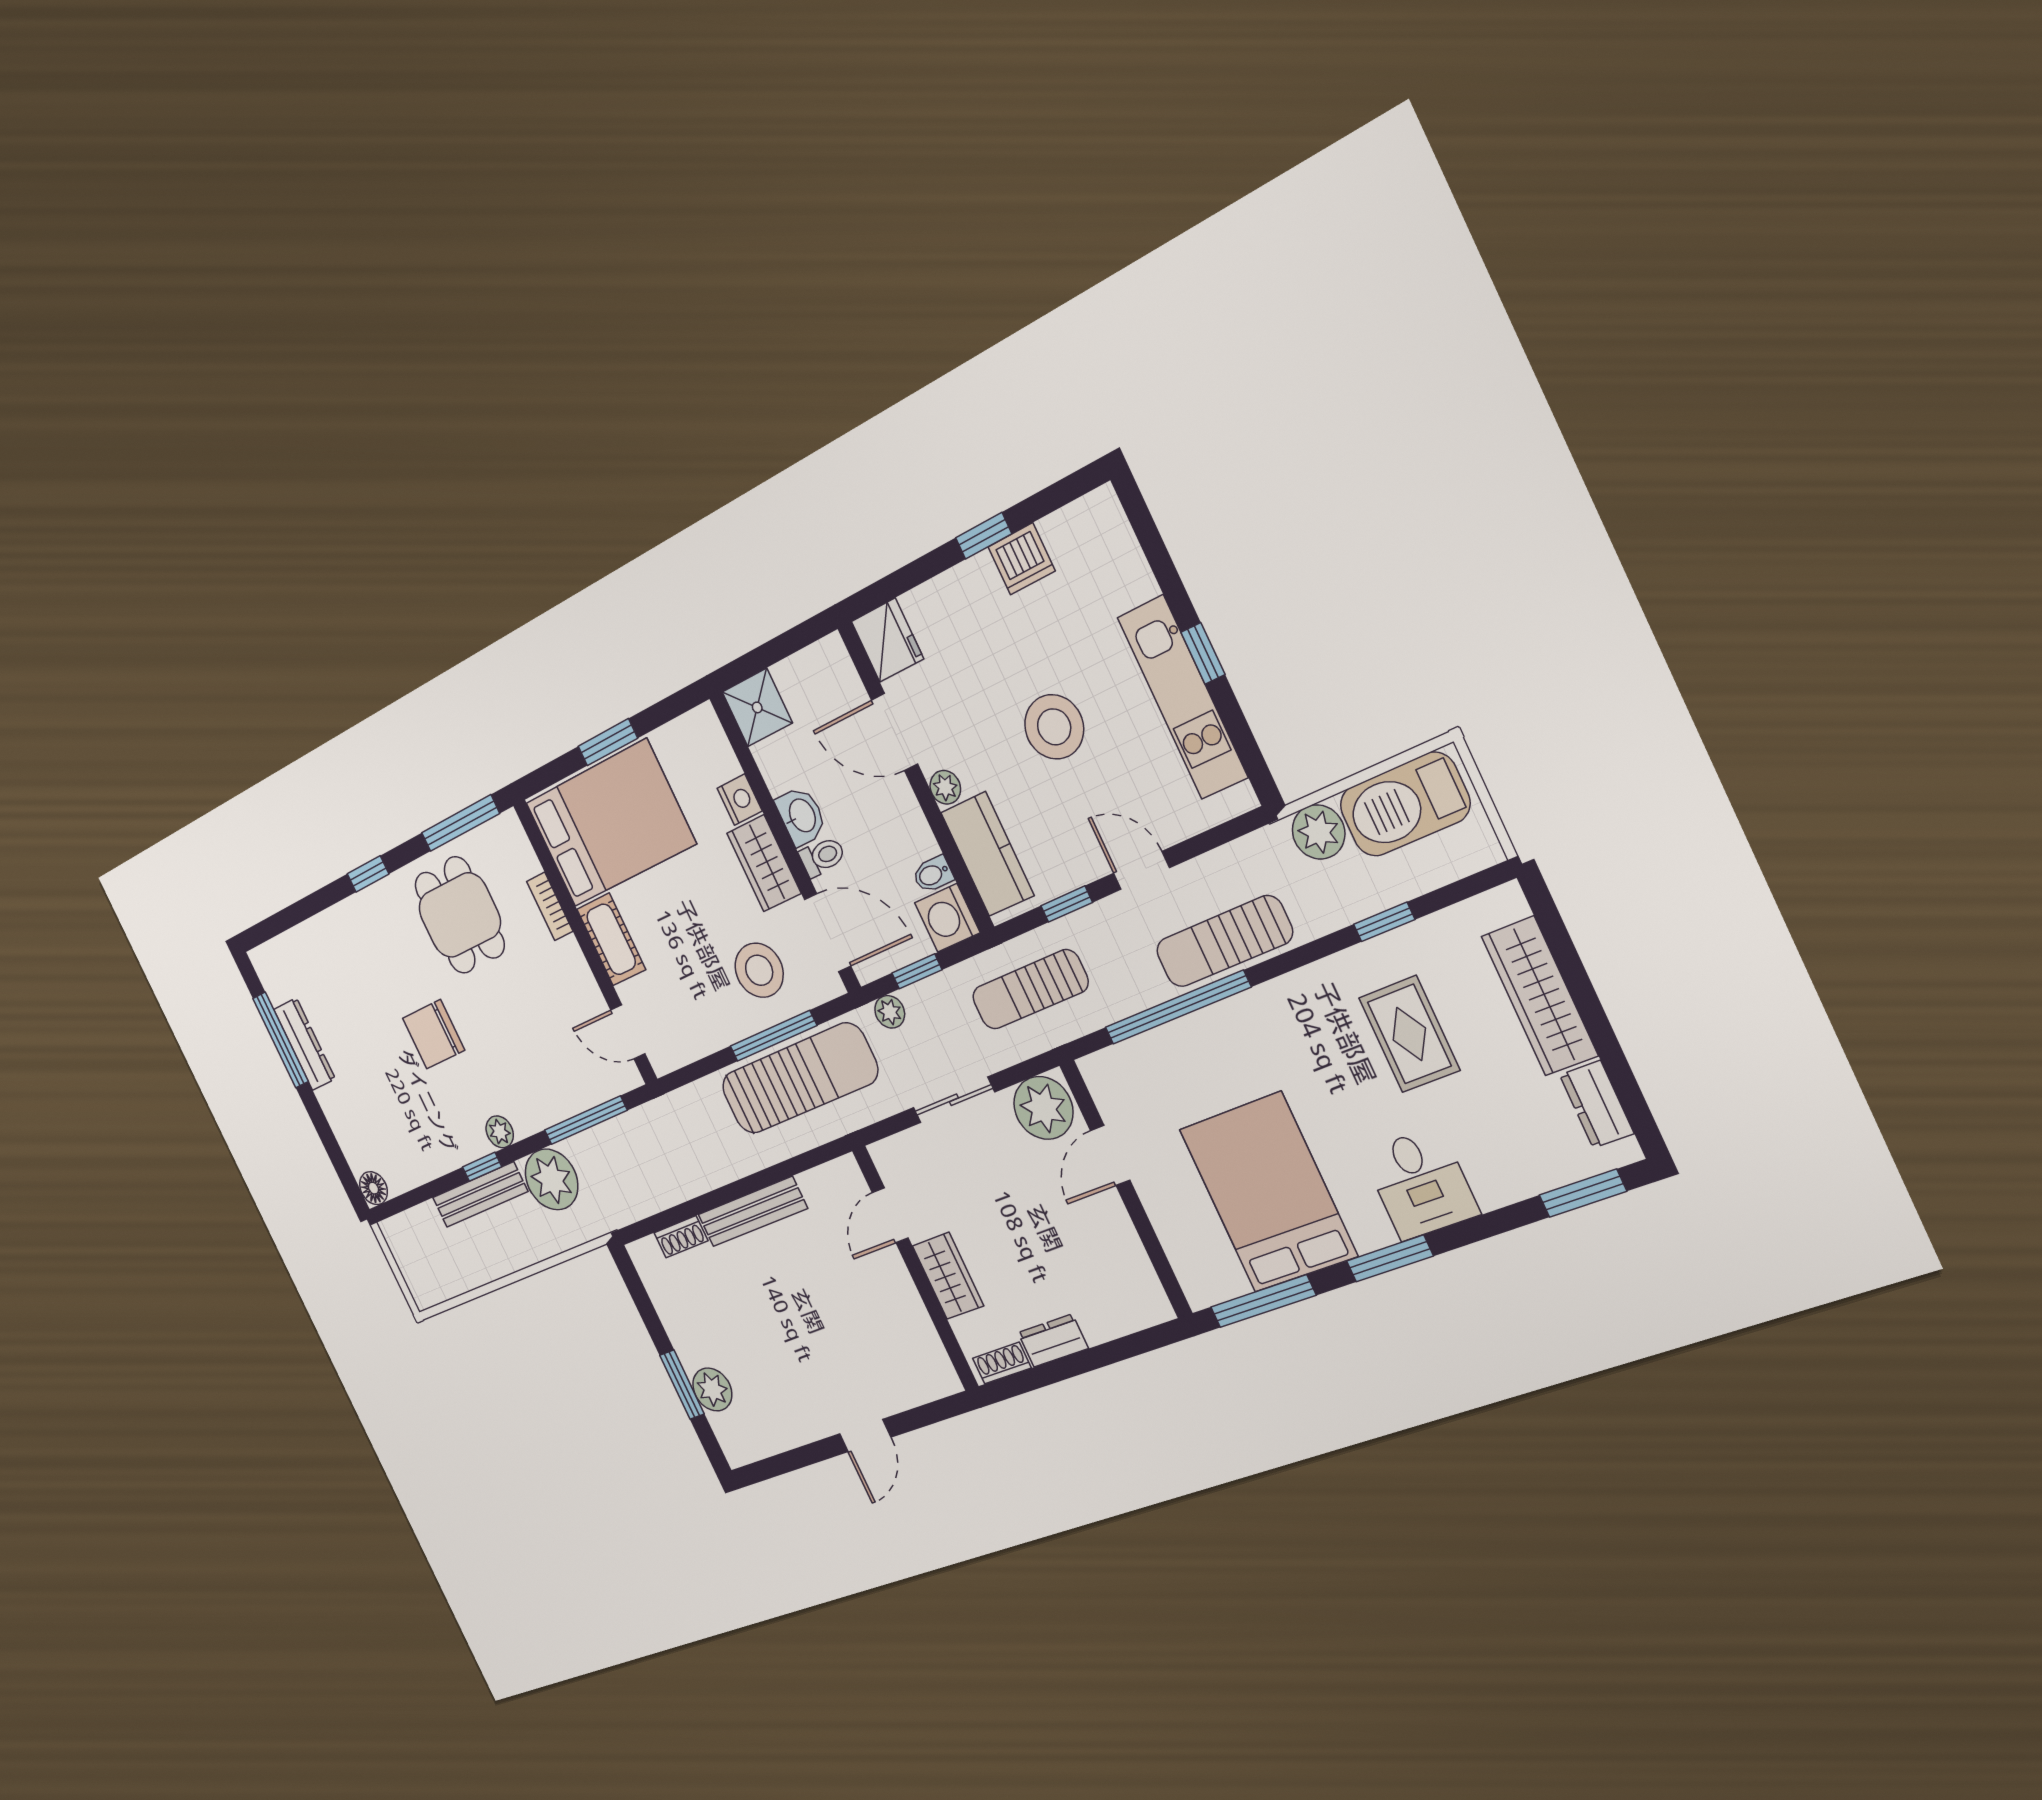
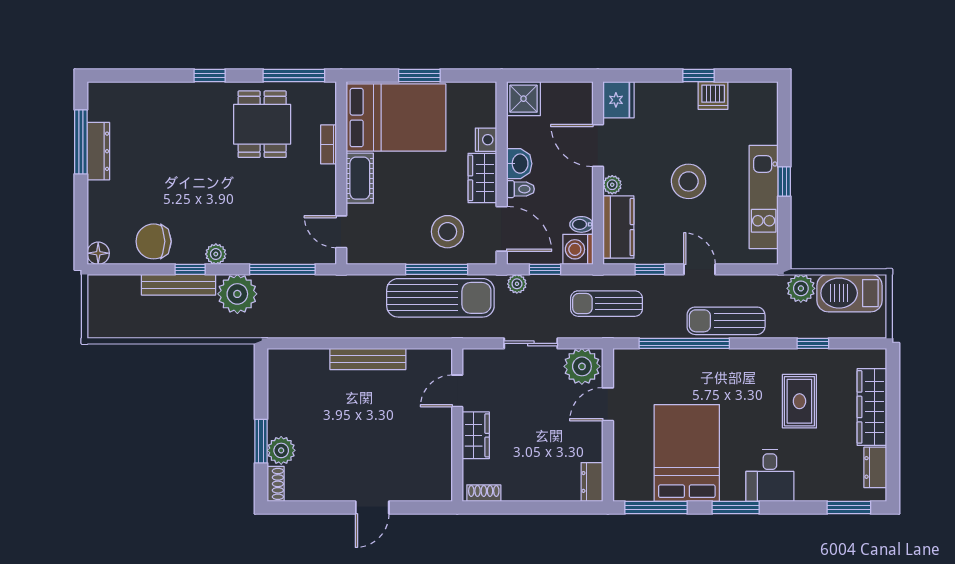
chair: (434, 1034) -> (154, 241), moved
shoe rack: (681, 1237) -> (276, 484), moved, turned -90
dresser: (1053, 1341) -> (592, 482), moved, turned -90

